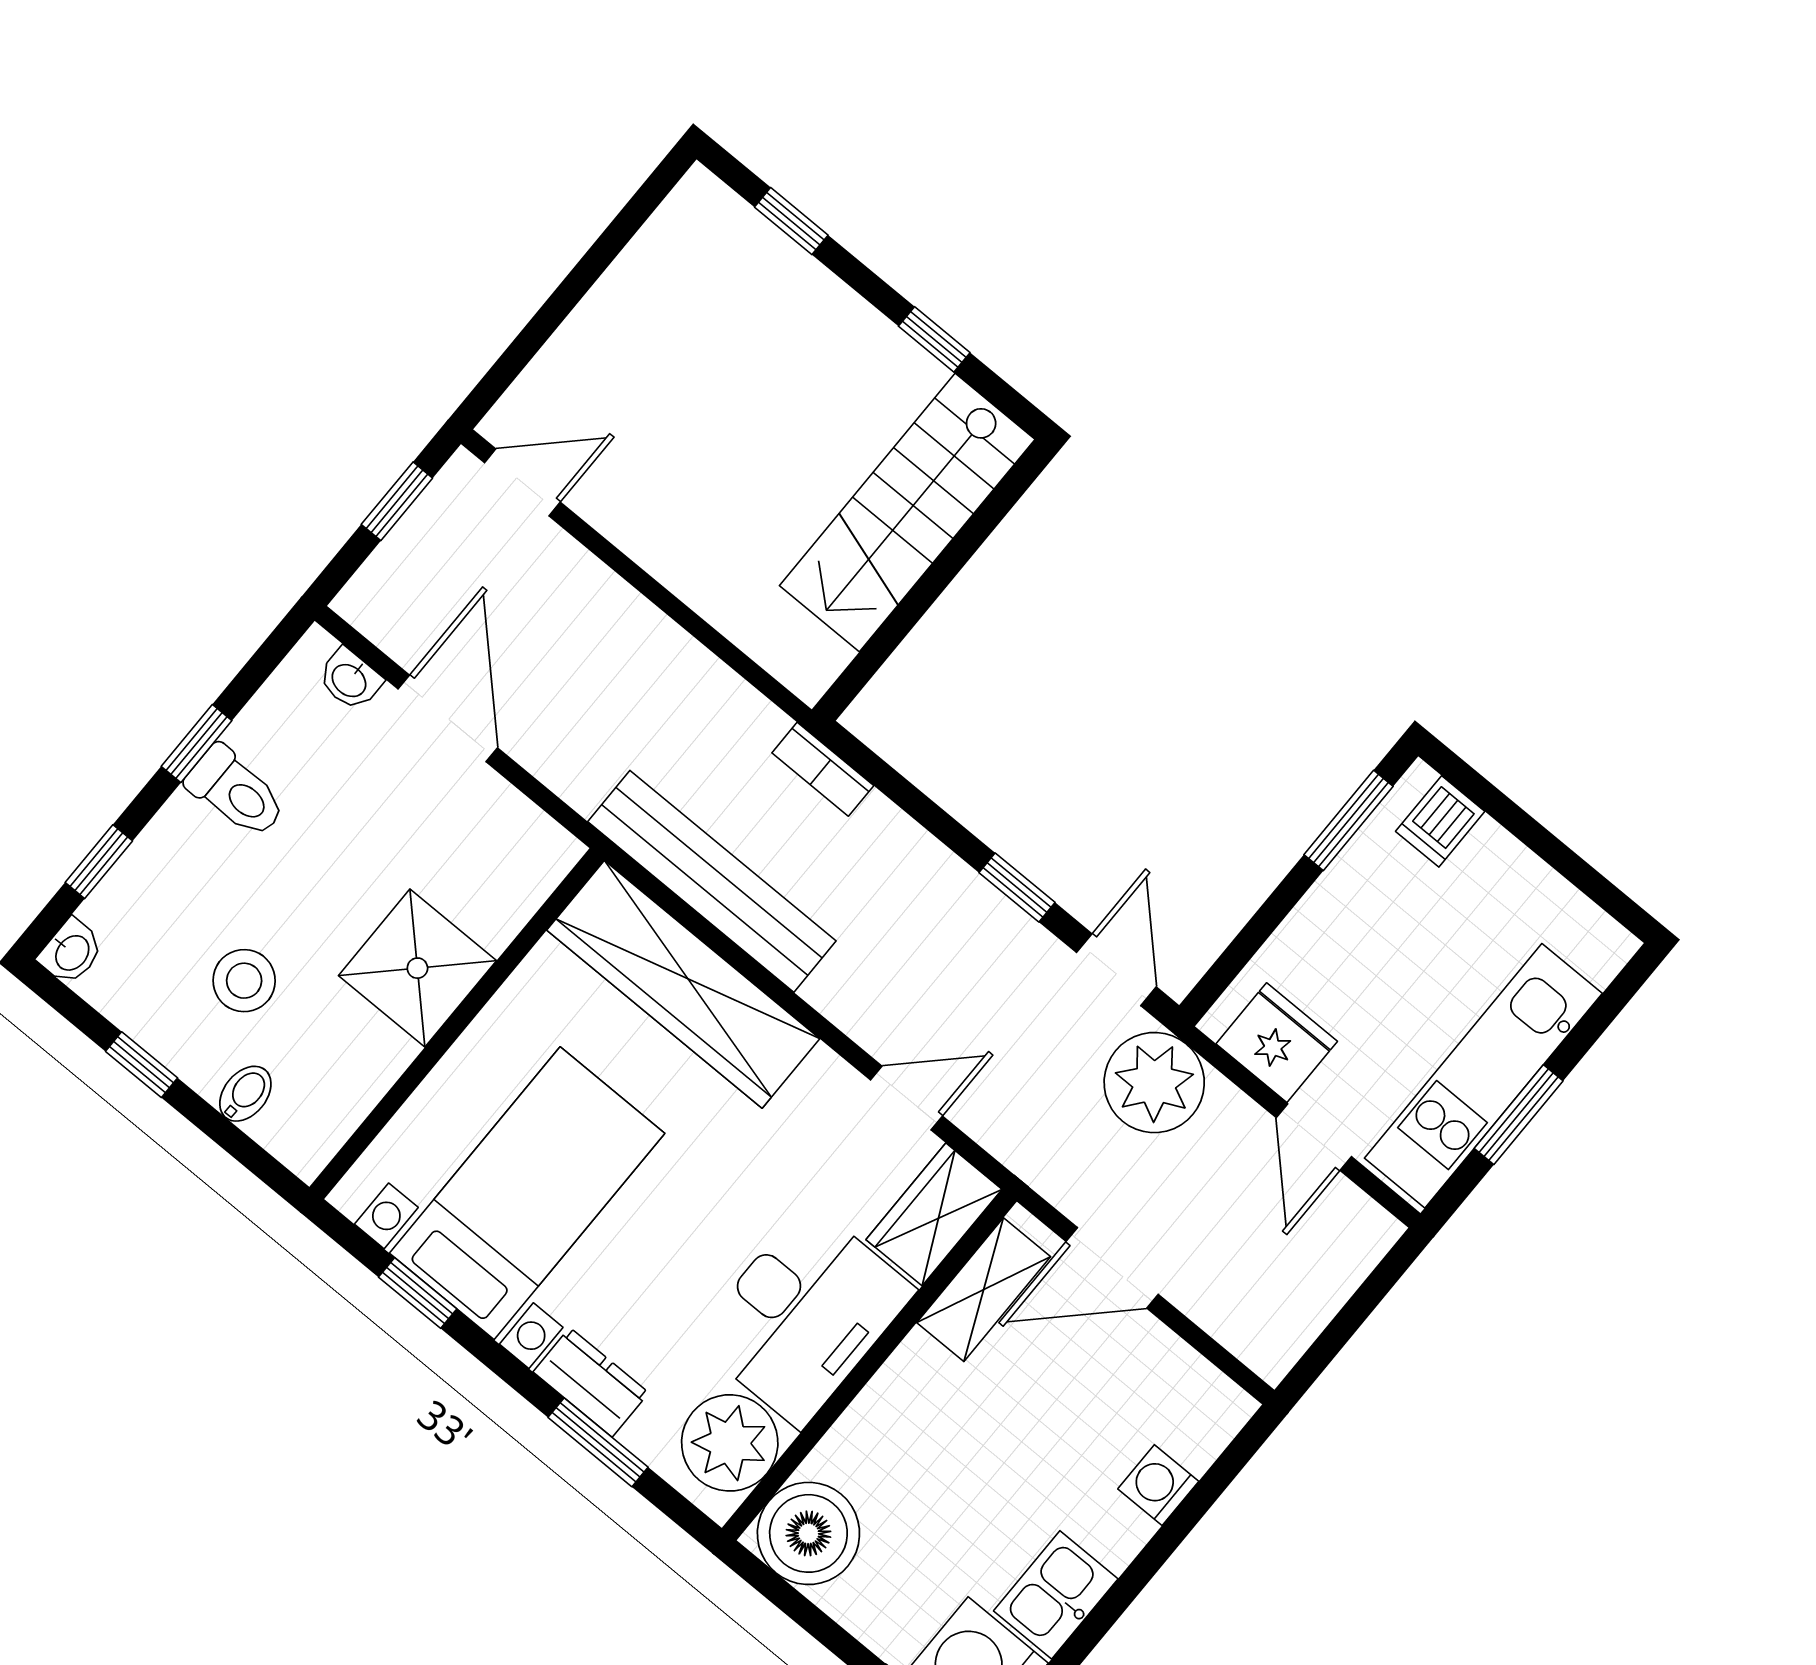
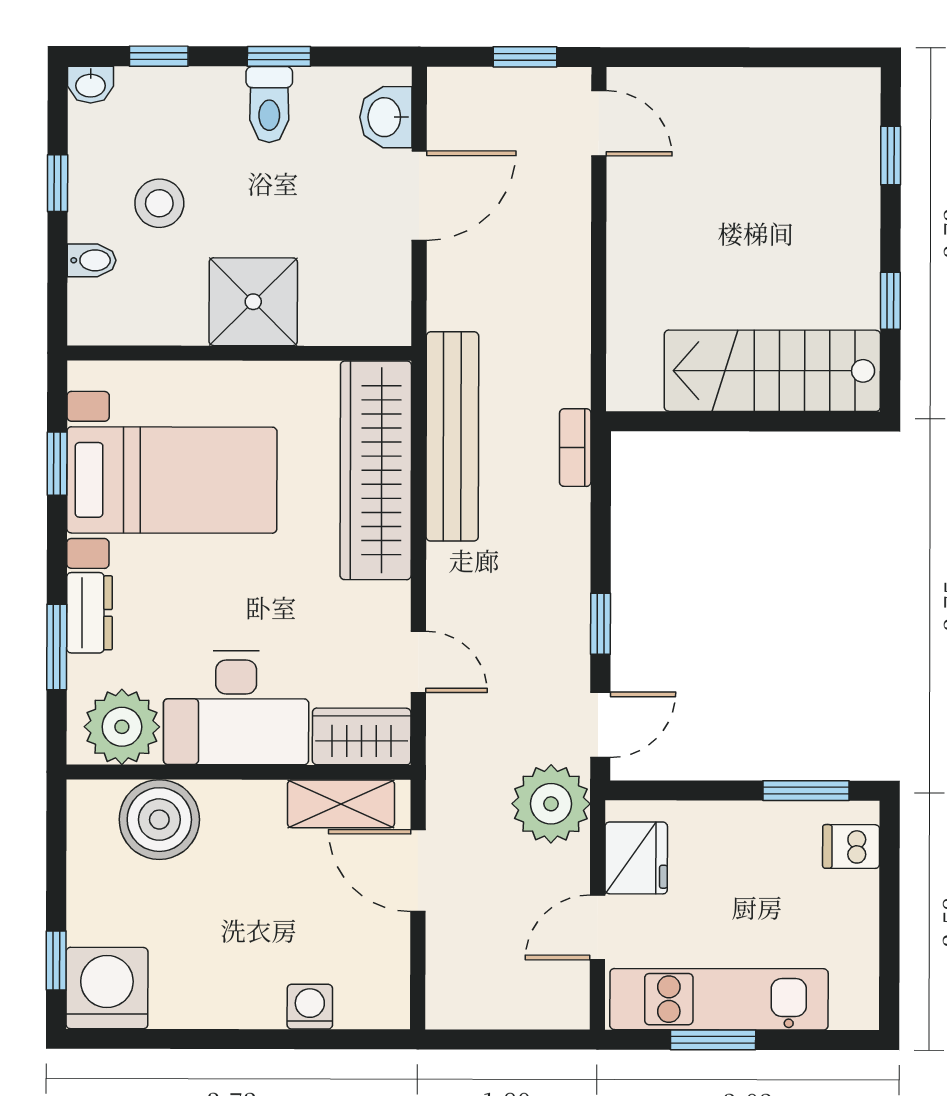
washbasin: (350, 680) -> (386, 117), width x1.38, depth x1.45
boiler: (808, 1533) -> (159, 820), moved
kitchen sink: (1056, 1595) -> (193, 999), removed

